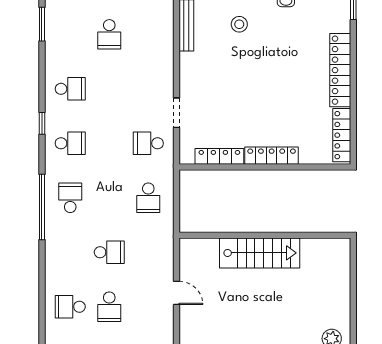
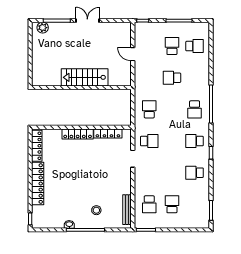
school desk: (148, 34) -> (149, 204), added

